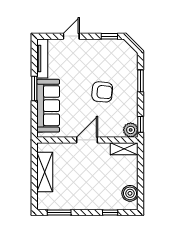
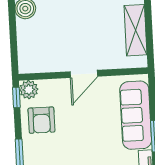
armchair: (102, 92) -> (41, 120), moved, turned -95
shelving: (124, 149) -> (36, 65), removed

